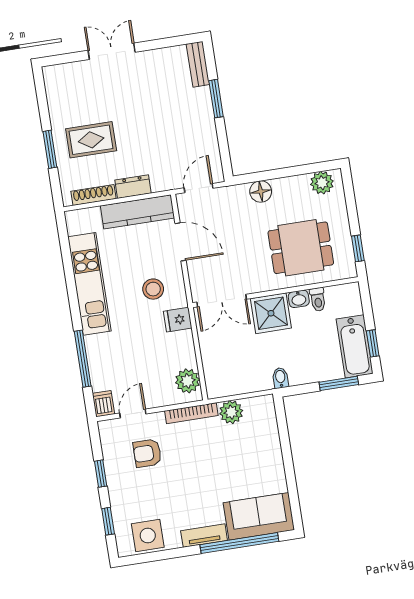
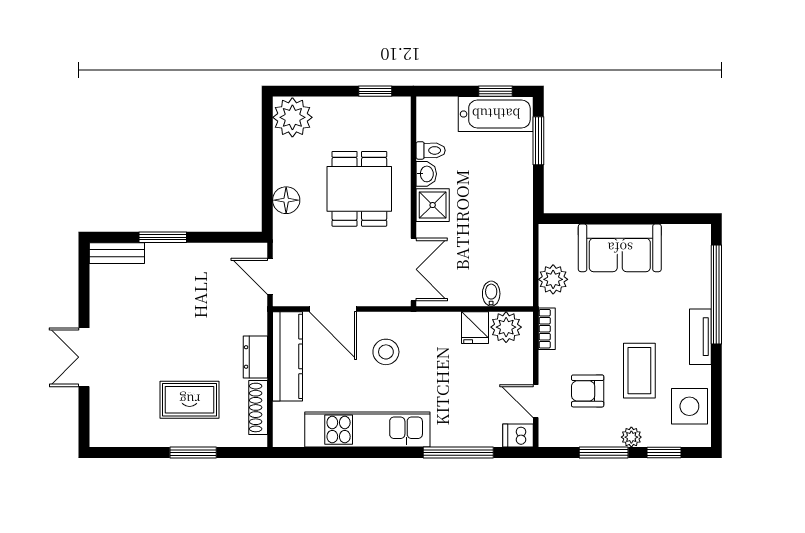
rug: (91, 140) -> (190, 400), turned 90
plant: (322, 183) -> (292, 117), width x1.36, depth x1.36
door: (180, 242) -> (333, 309), swing flipped
dining table: (301, 248) -> (359, 189), moved
shower: (271, 313) -> (433, 205), width x0.73, depth x0.73
fridge: (178, 320) -> (475, 328), moved
bidet: (280, 378) -> (491, 294), moved, turned 90
bookcase: (191, 413) -> (547, 329), width x0.64
armchair: (147, 453) -> (588, 391), turned 90
window: (101, 474) -> (604, 452), width x1.50
coffee table: (170, 492) -> (639, 371), added
plant: (116, 493) -> (631, 437), added
sofa: (259, 516) -> (620, 248), moved, turned -90

